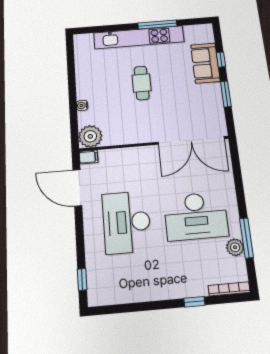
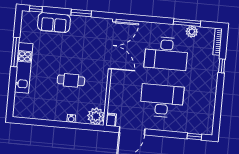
kitchen unit: (139, 37) -> (24, 68), width x0.73
window: (221, 60) -> (36, 9), moved
cafe table: (142, 83) -> (71, 80), moved
desk: (196, 216) -> (166, 53), turned 90
desk: (127, 222) -> (162, 101), turned 180

